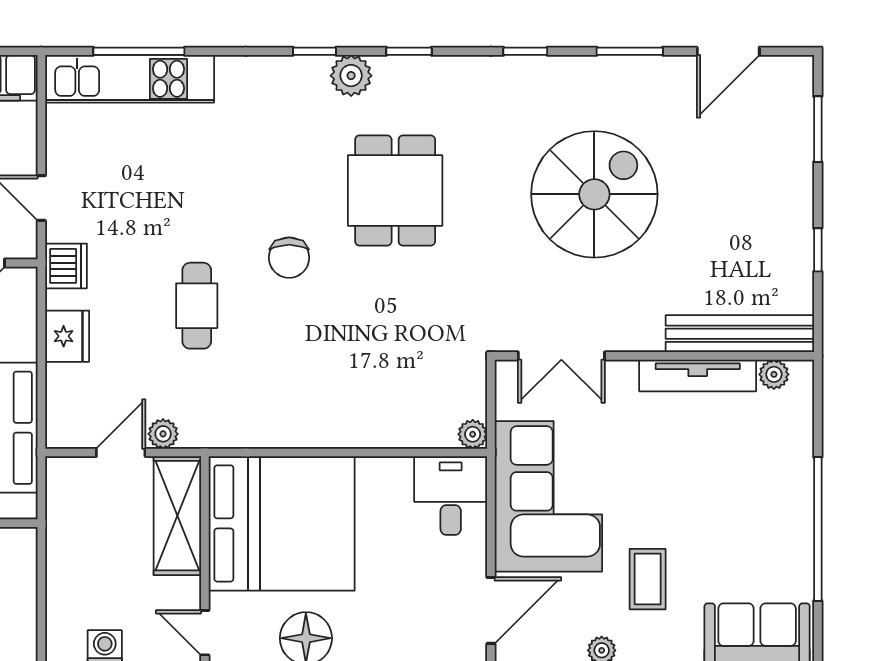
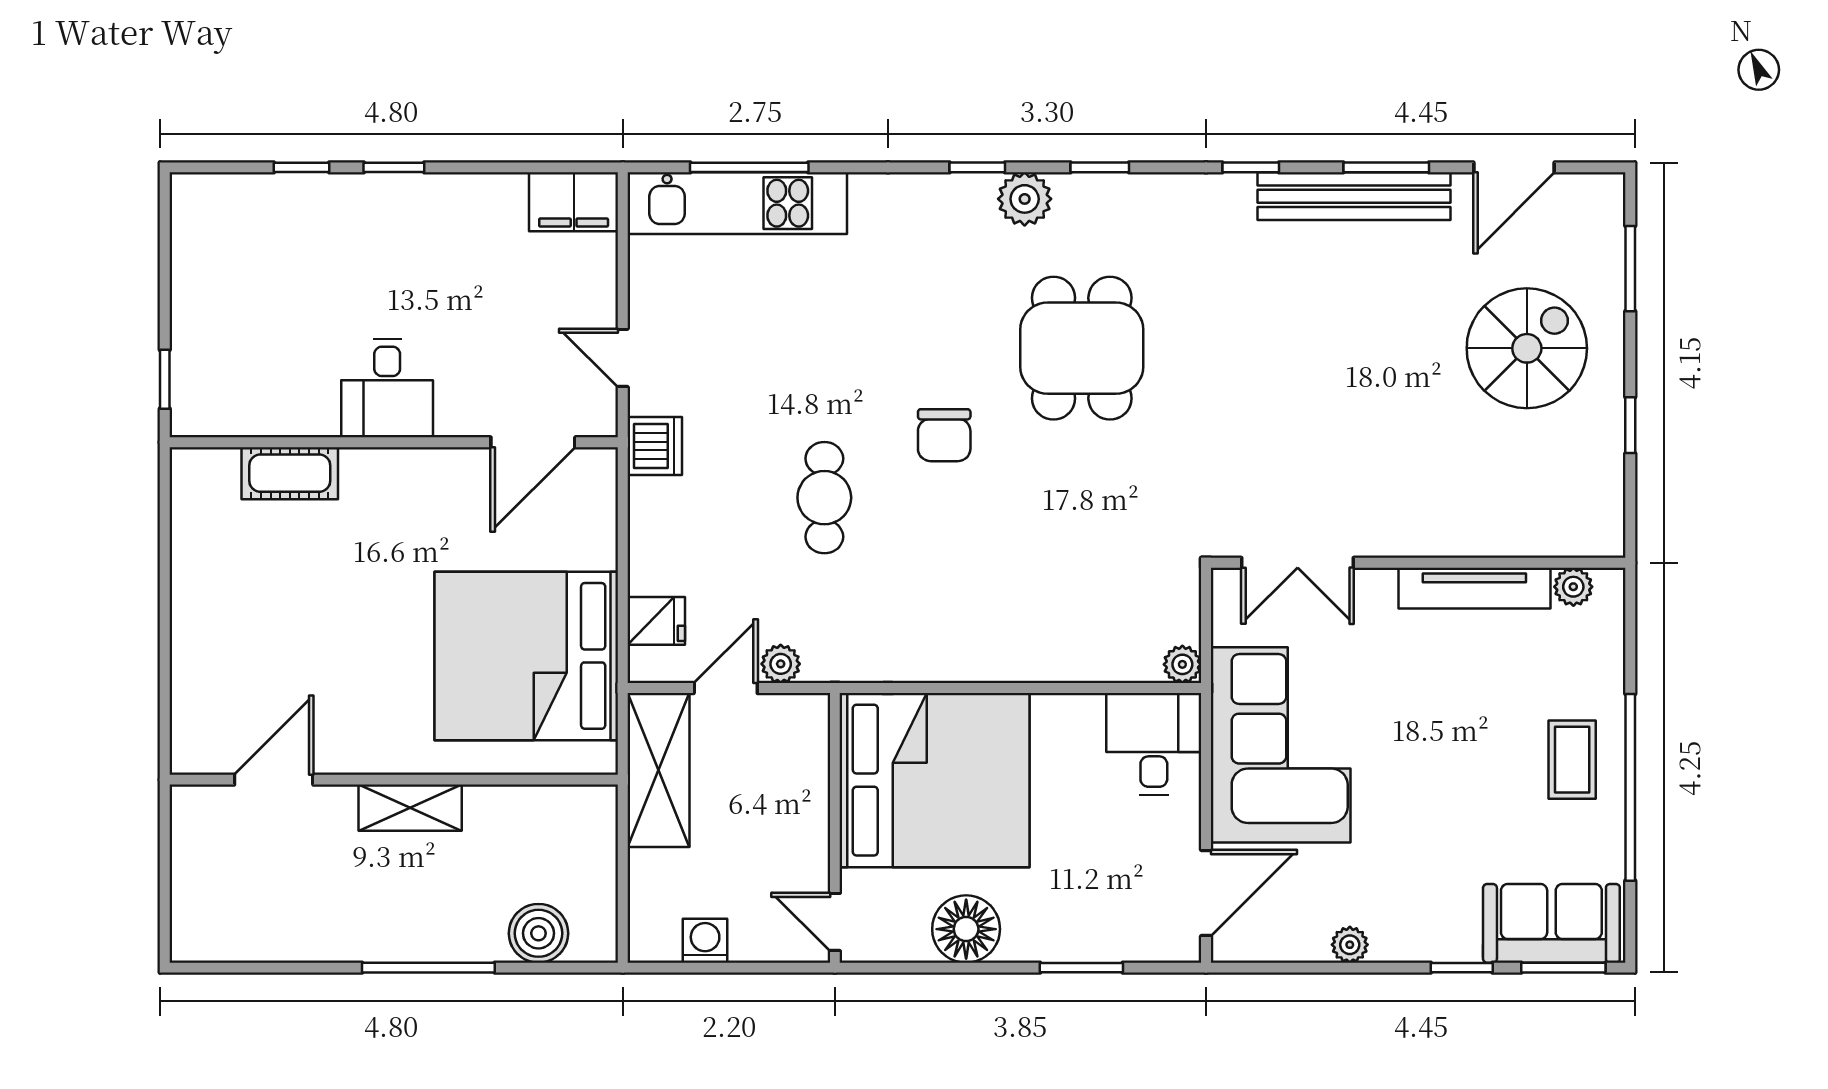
spiral stairs: (594, 194) -> (1527, 348), moved, width x0.73, depth x0.73
bench: (740, 334) -> (1354, 196), moved
fridge: (67, 336) -> (656, 621), moved, width x0.72
shelving: (177, 516) -> (658, 770), moved
coffee table: (648, 579) -> (1572, 760), moved

